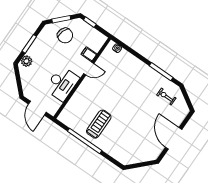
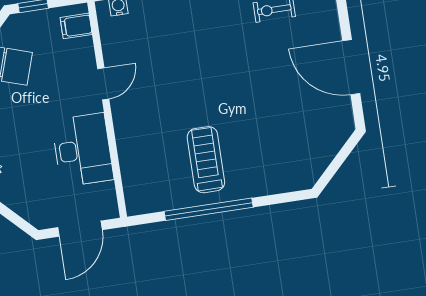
filing cabinet: (89, 54) -> (76, 26), moved
door: (37, 108) -> (80, 229), hinge flipped

